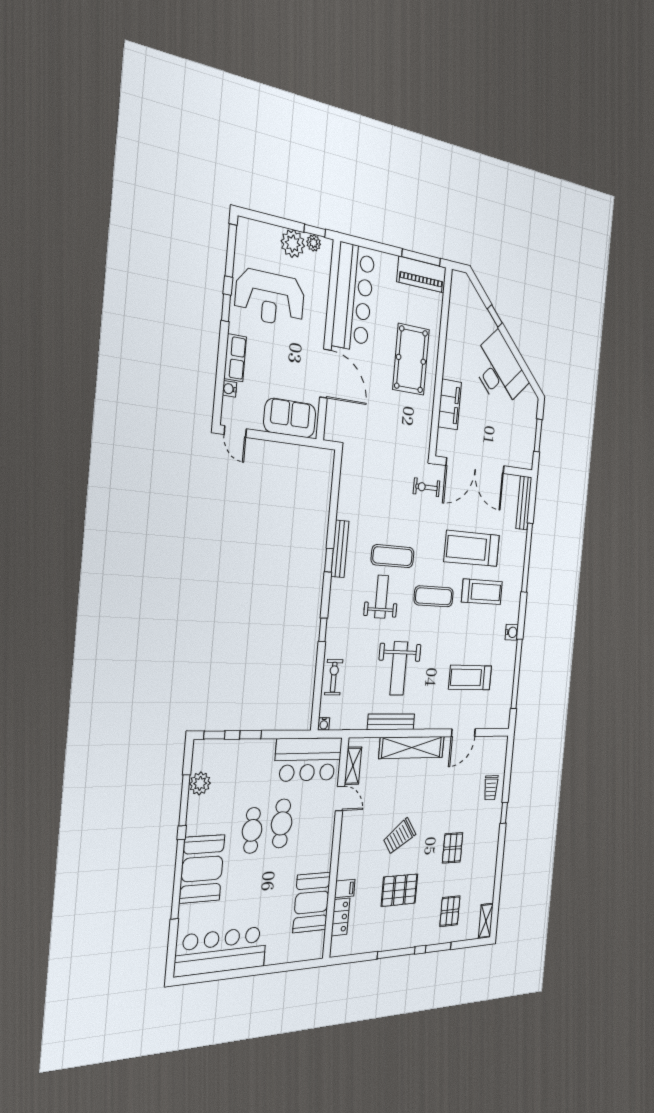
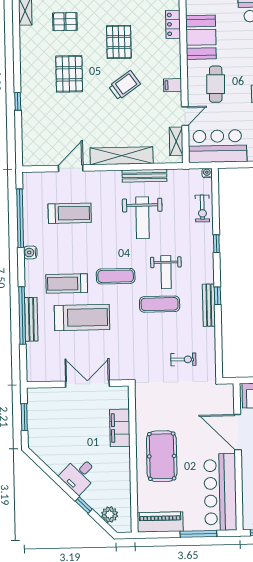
window: (421, 257) -> (198, 534), moved
plant: (471, 298) -> (110, 514), added
desk: (499, 370) -> (79, 475), width x0.53, depth x0.77
double door: (475, 466) -> (87, 384), width x0.73
exercise bike: (427, 487) -> (183, 359), moved
bench: (524, 503) -> (31, 319), moved
weight bench: (399, 668) -> (142, 218), turned 180
trolley: (491, 788) -> (35, 123), removed
door: (340, 799) -> (185, 116), swing flipped
cafe table: (282, 823) -> (216, 84), moved
pallet: (453, 848) -> (69, 74), width x1.50, depth x1.42
filing cabinet: (345, 889) -> (173, 85), moved
pallet: (399, 890) -> (119, 42), turned 90
pallet: (450, 911) -> (65, 22), turned 90

